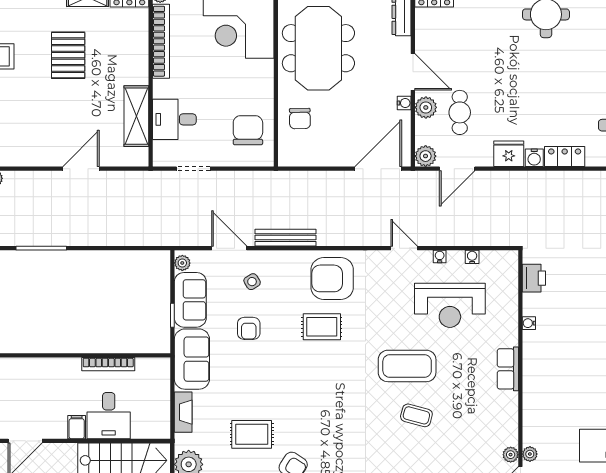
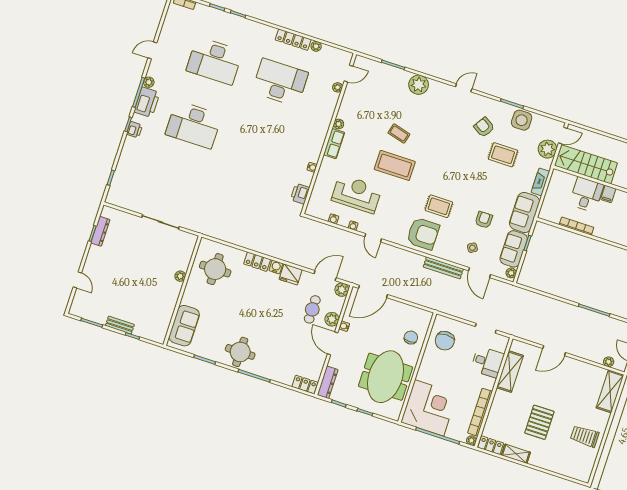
plant: (511, 455) -> (339, 124), moved

